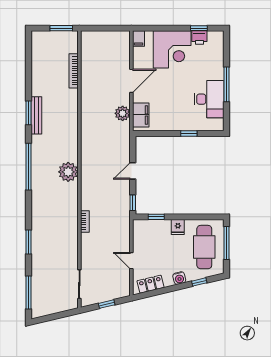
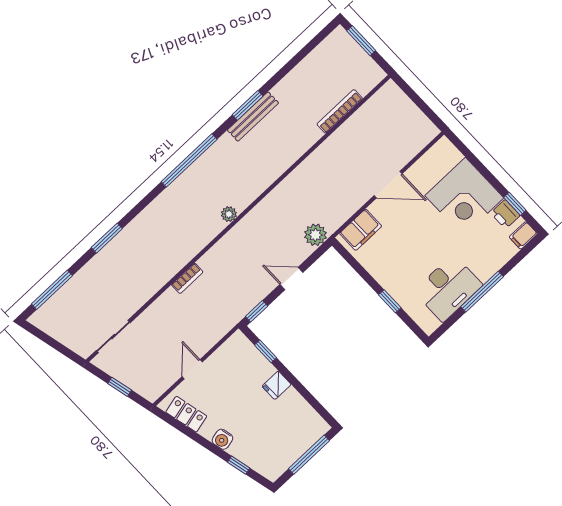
window: (61, 28) -> (361, 41), moved
filing cabinet: (139, 39) -> (523, 235), moved
plant: (123, 113) -> (315, 235), moved
plant: (68, 172) -> (229, 214), width x0.53, depth x0.53
cafe table: (204, 247) -> (282, 435), removed

